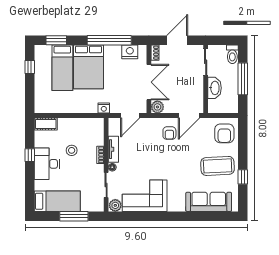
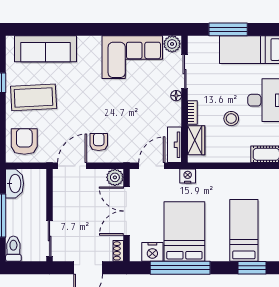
bed: (88, 67) -> (184, 232), moved
washbasin: (215, 88) -> (15, 183), moved, turned 180
wardrobe: (98, 134) -> (196, 140), added
tv unit: (113, 149) -> (175, 145), moved

